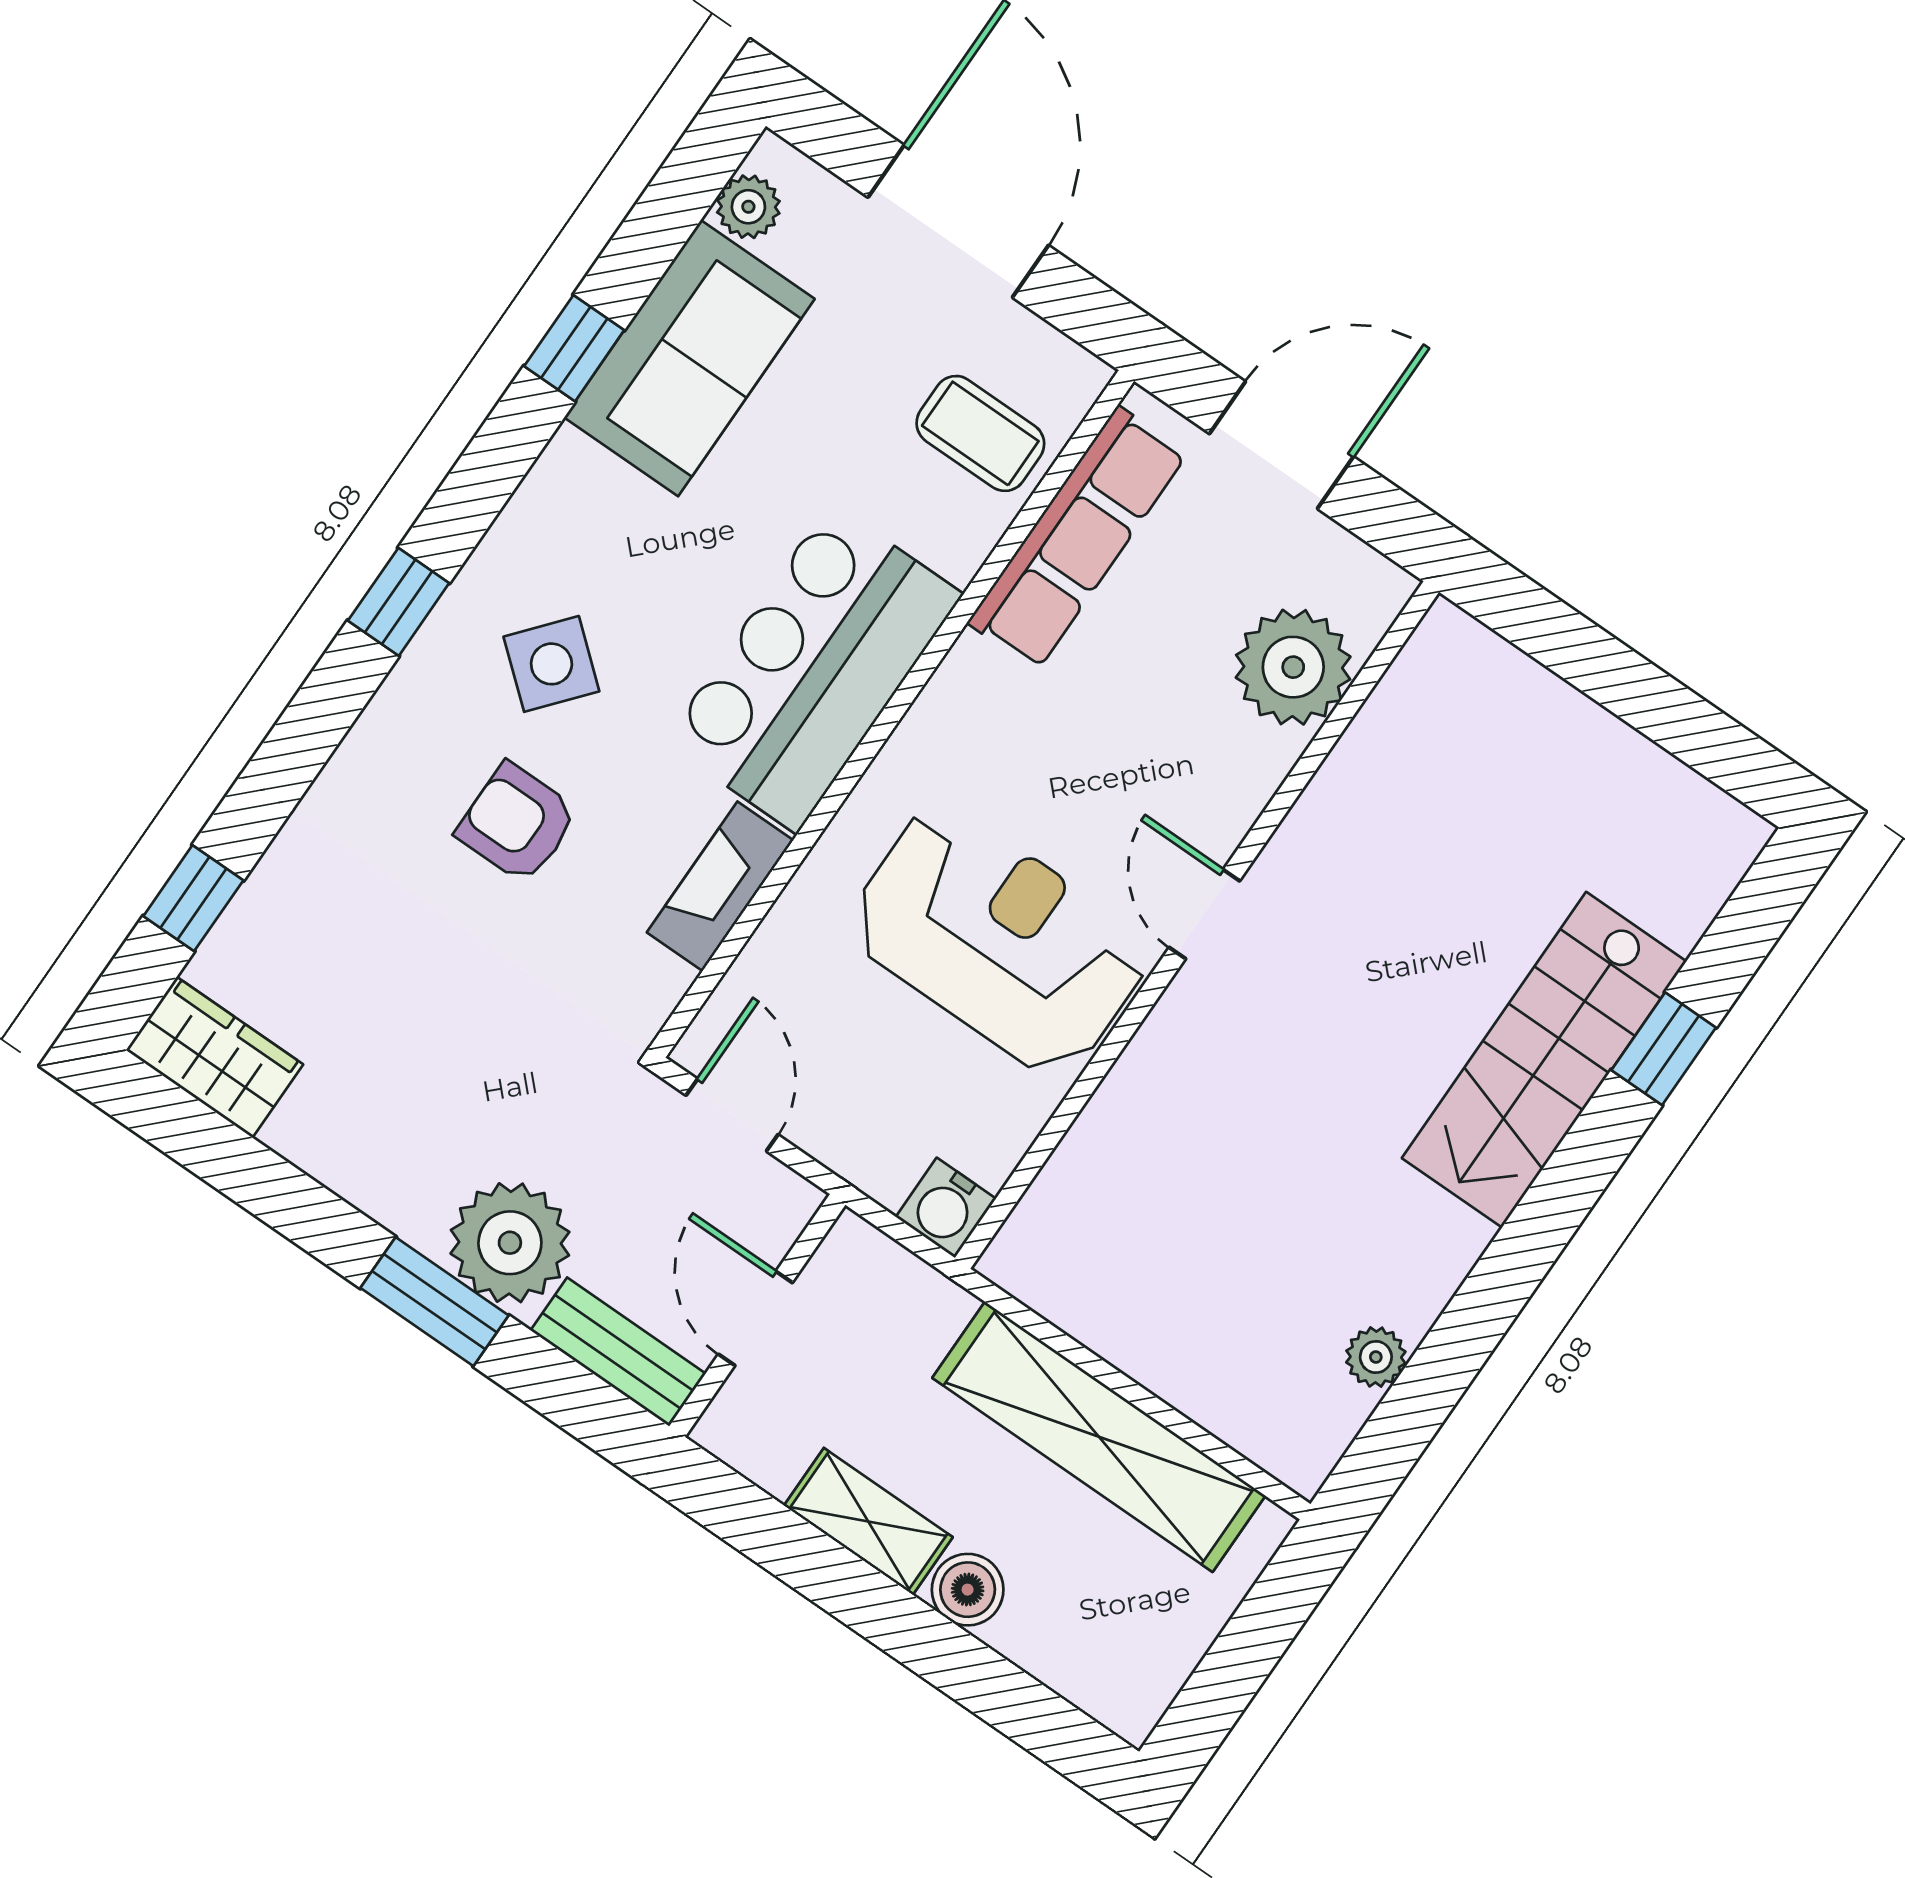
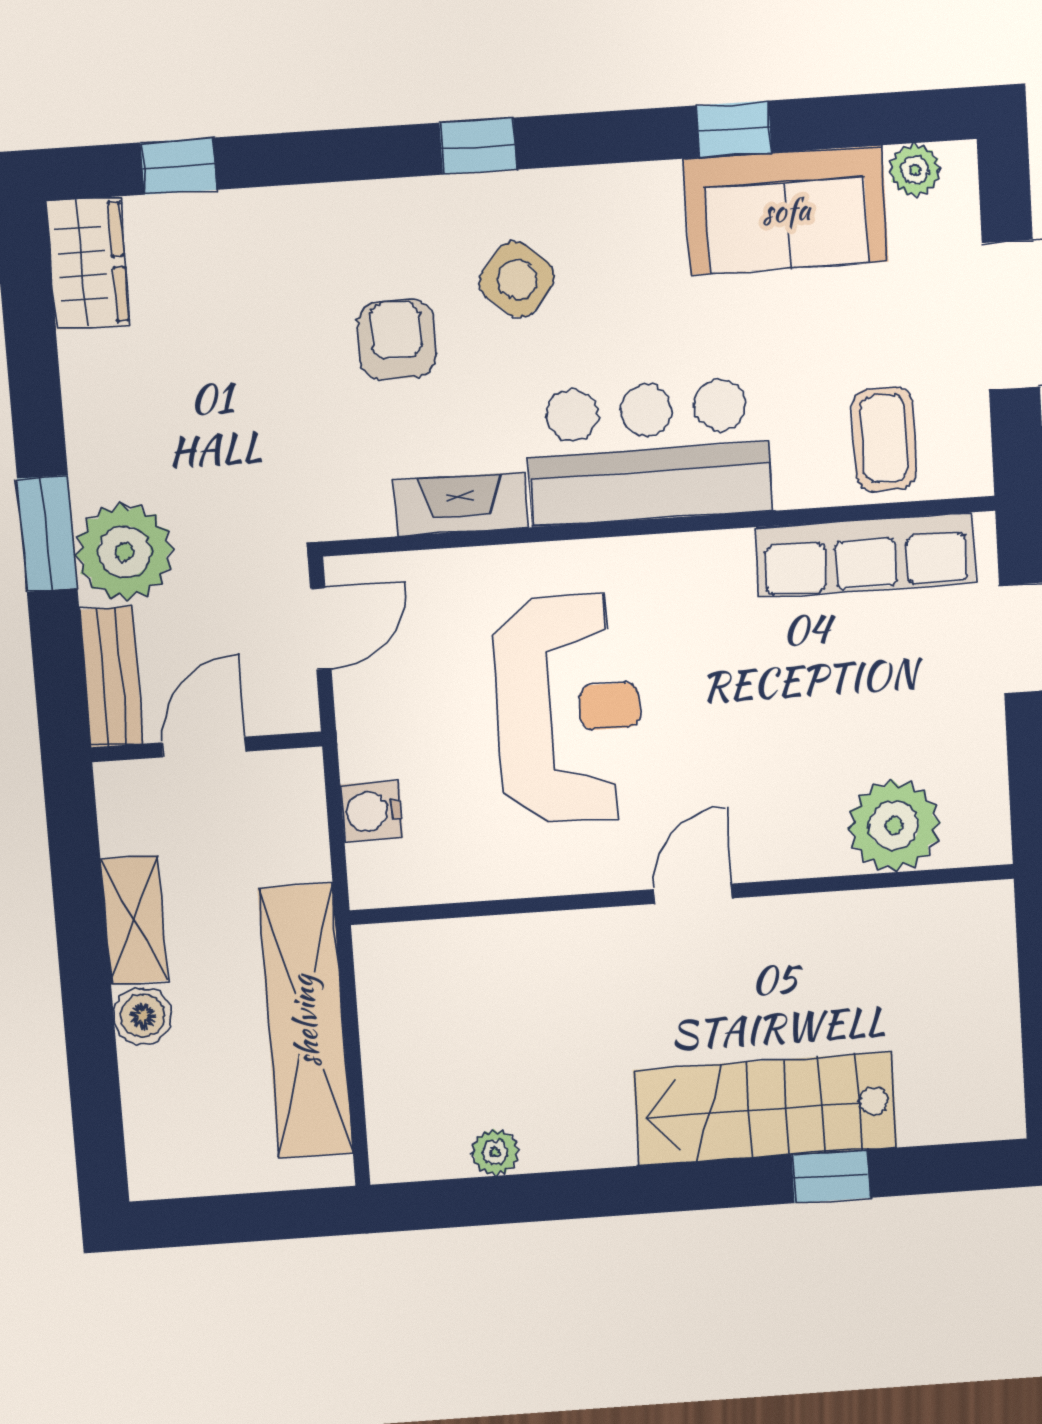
plant: (1293, 667) -> (894, 826), moved
door: (1204, 914) -> (693, 894), moved
wall: (1197, 925) -> (682, 895), moved

